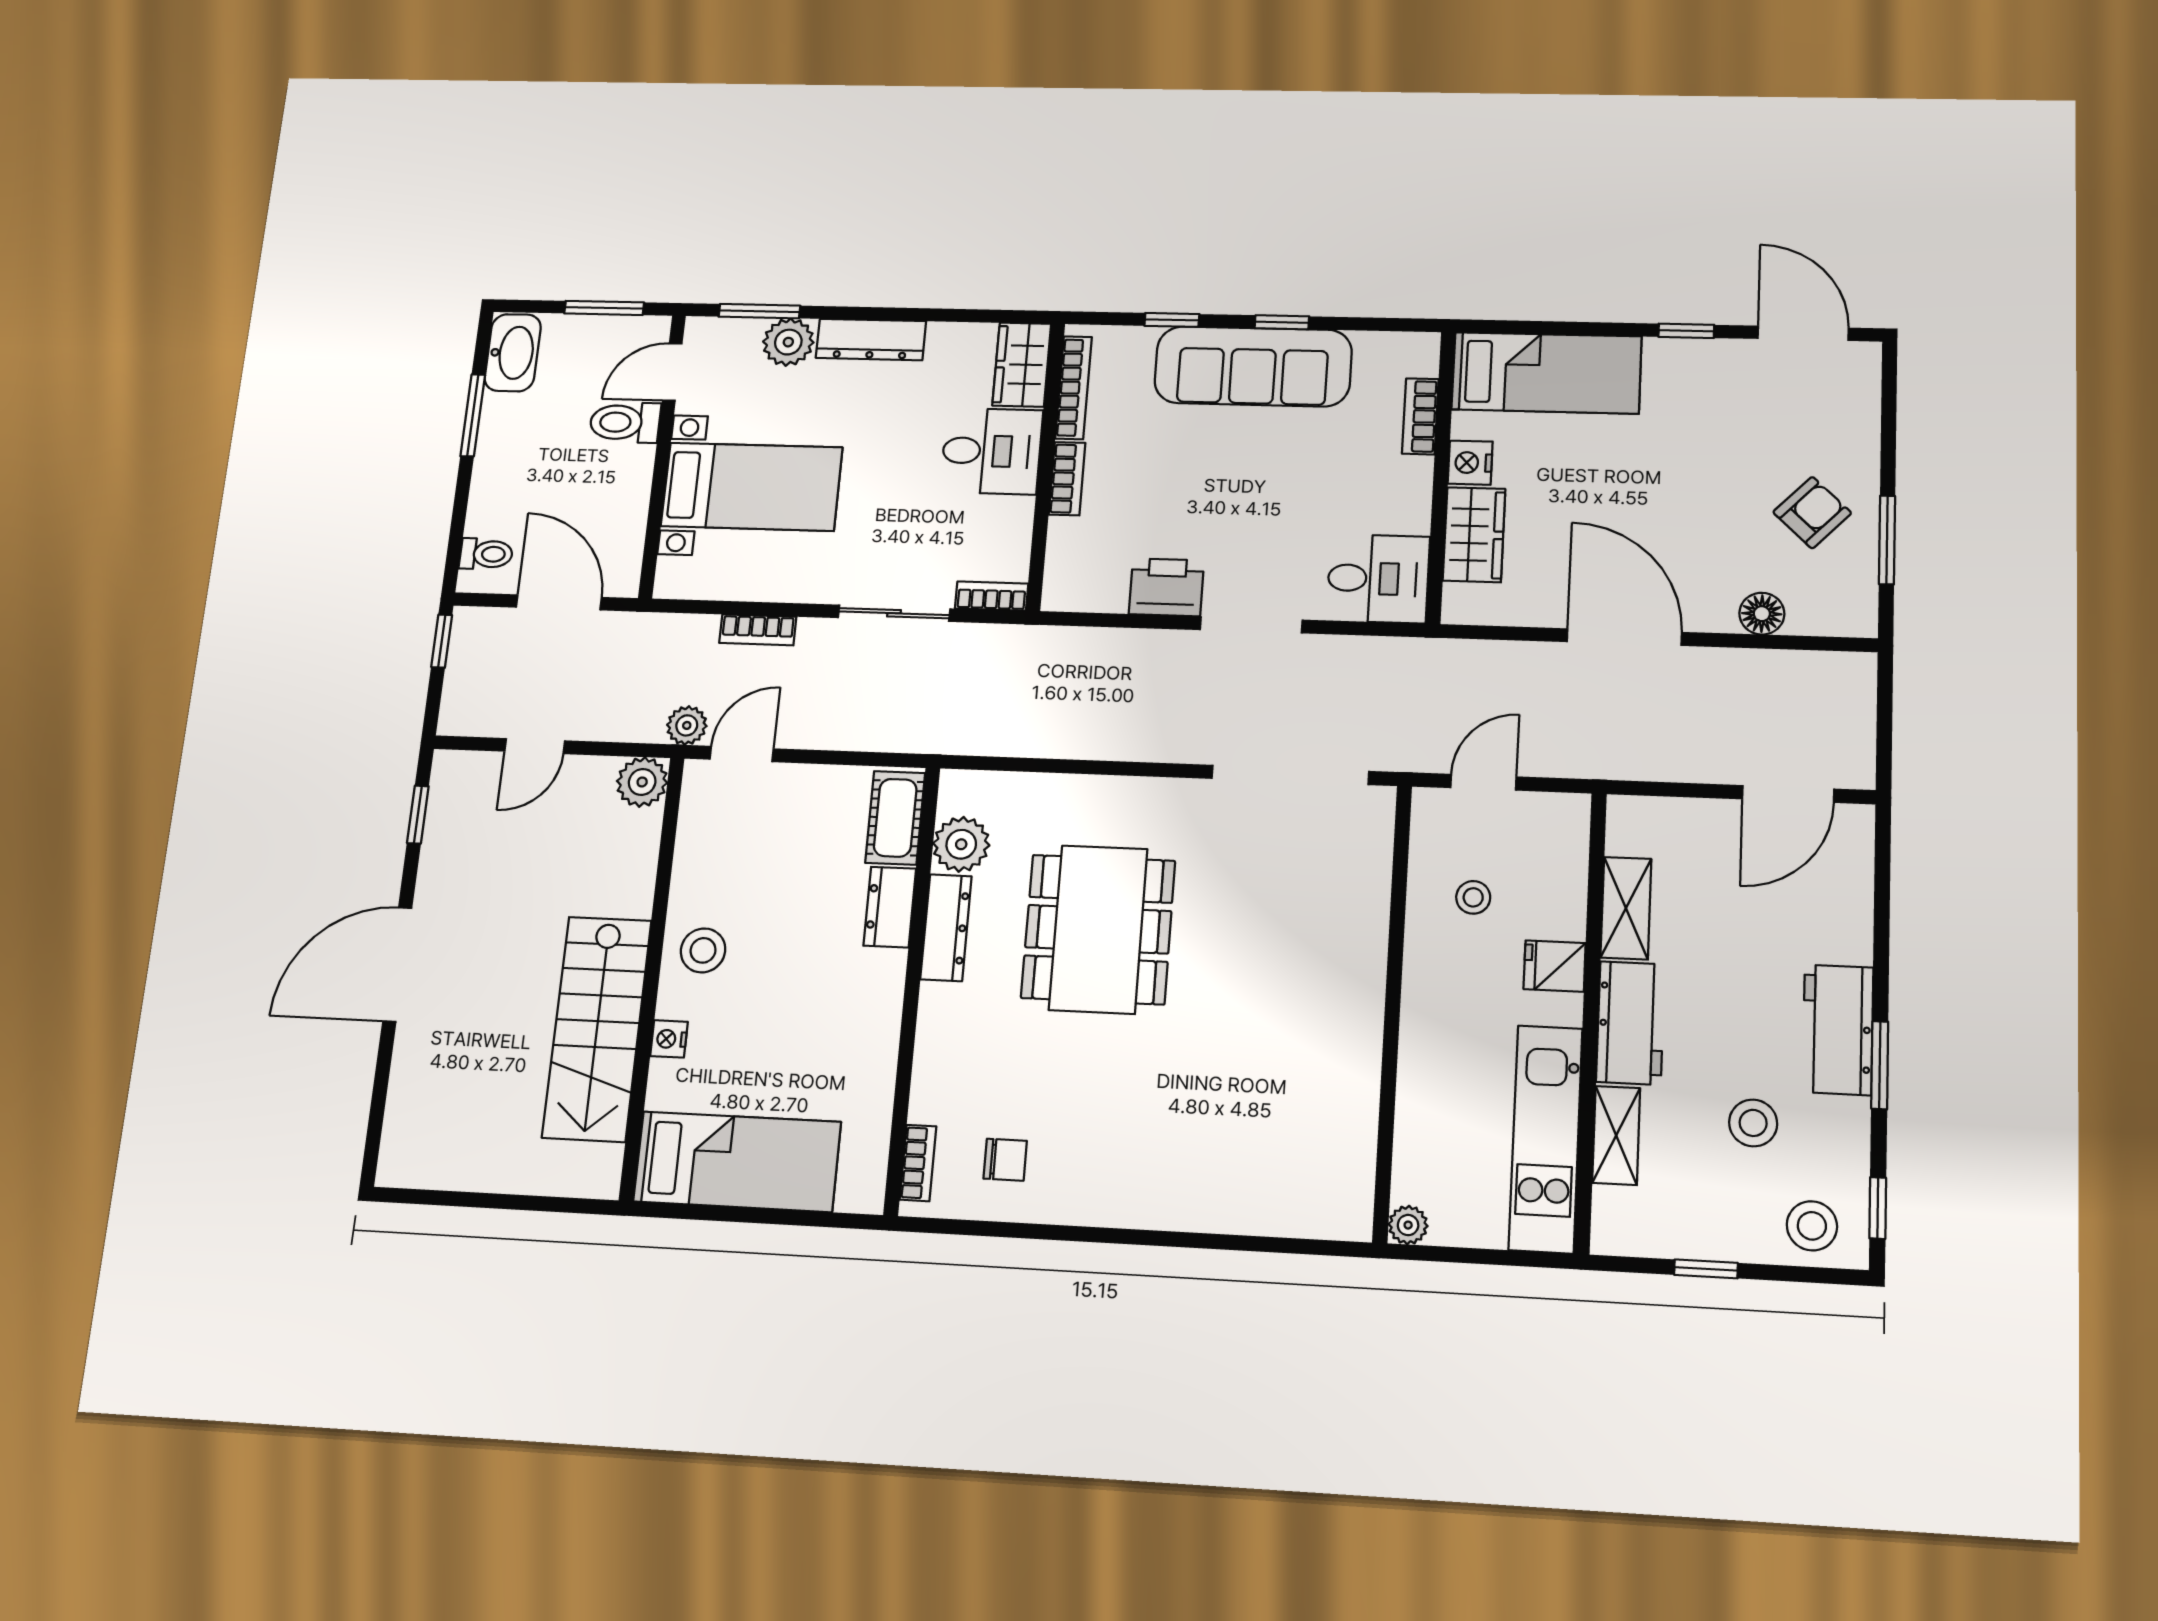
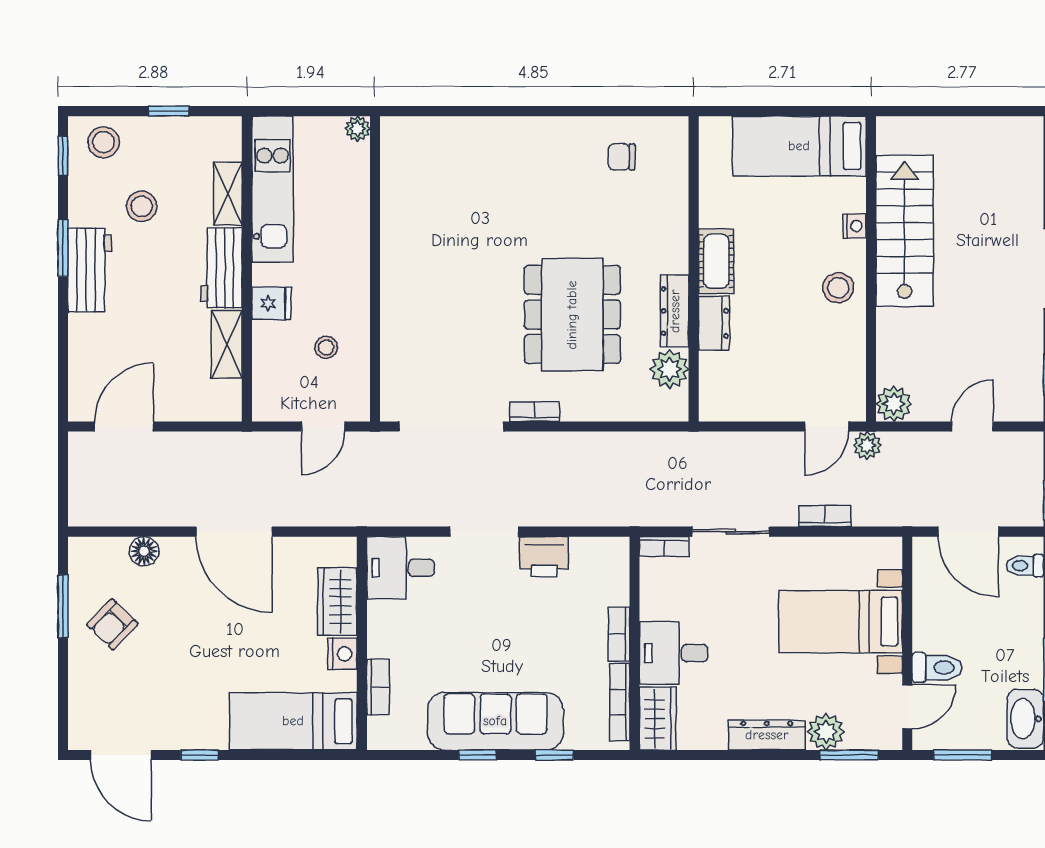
cot: (895, 818) -> (716, 261), moved
bookcase: (918, 1163) -> (535, 412), moved, turned 90

